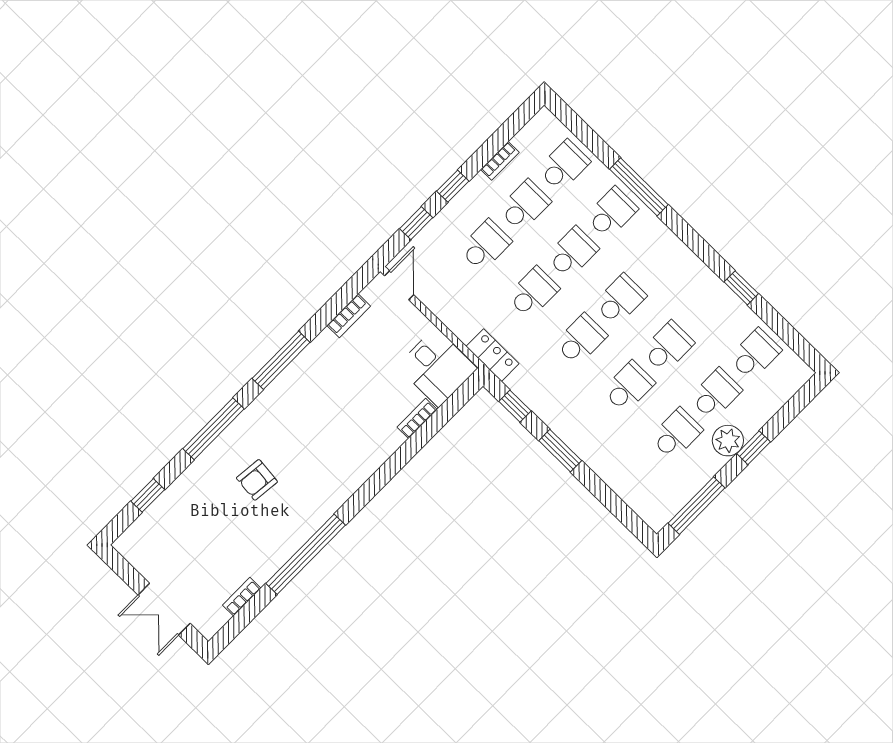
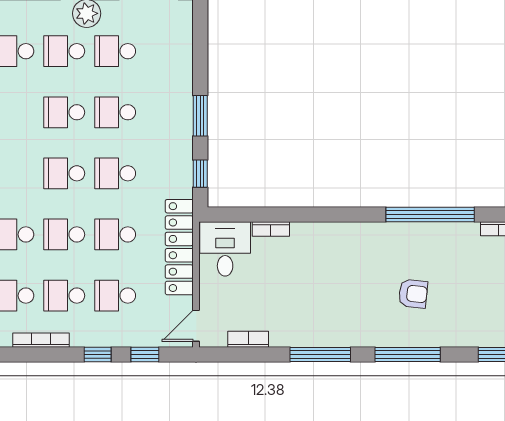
bookcase: (500, 161) -> (41, 340), width x1.56
locker: (492, 355) -> (179, 247), width x2.16, depth x1.21

